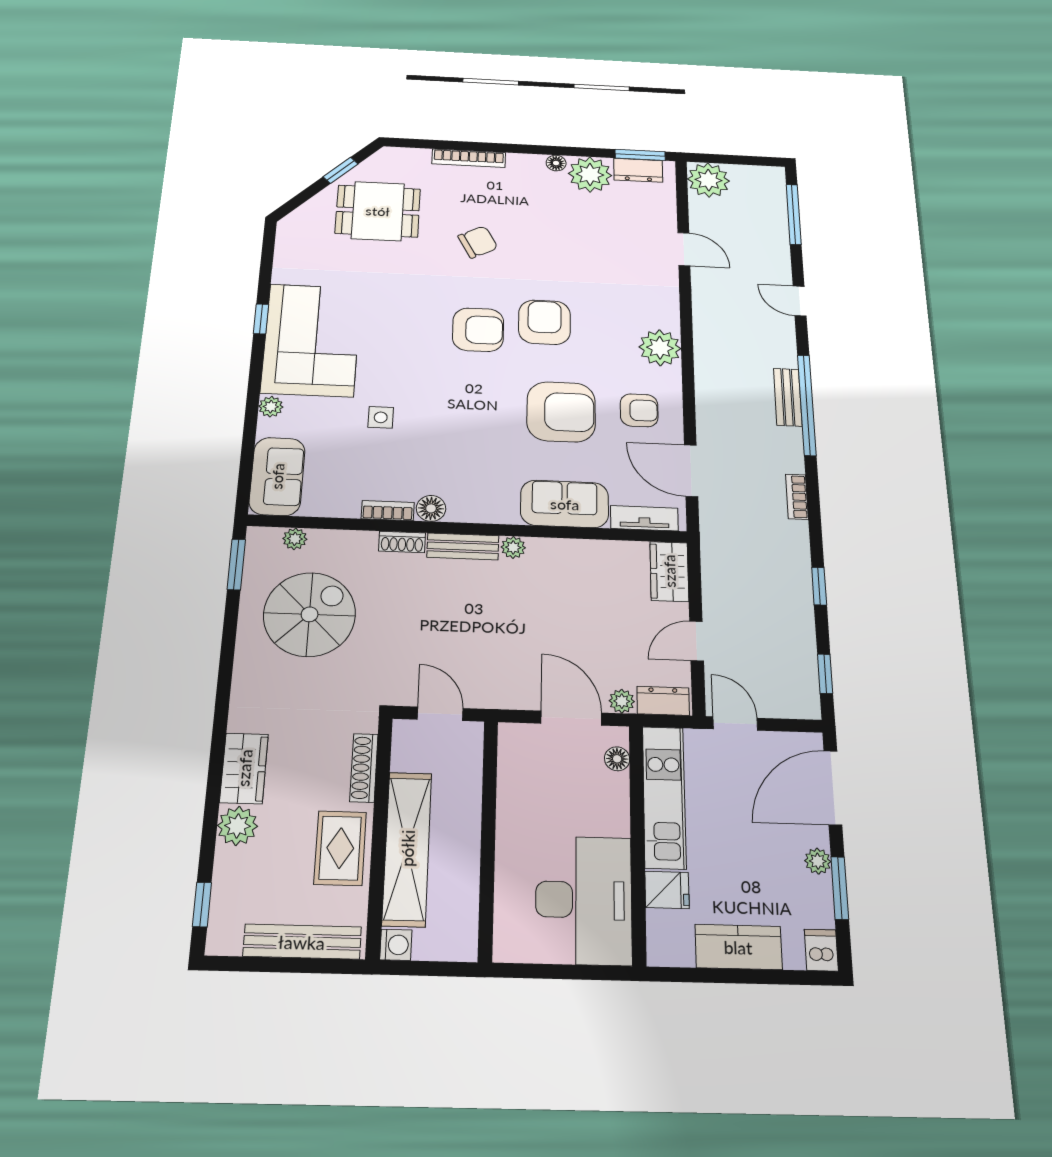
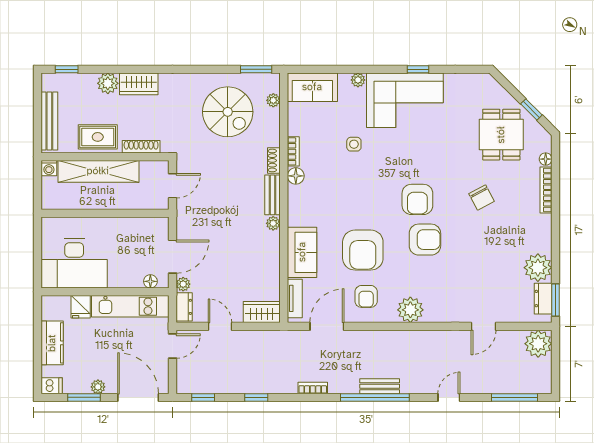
floor lamp: (556, 163) -> (546, 159), moved

